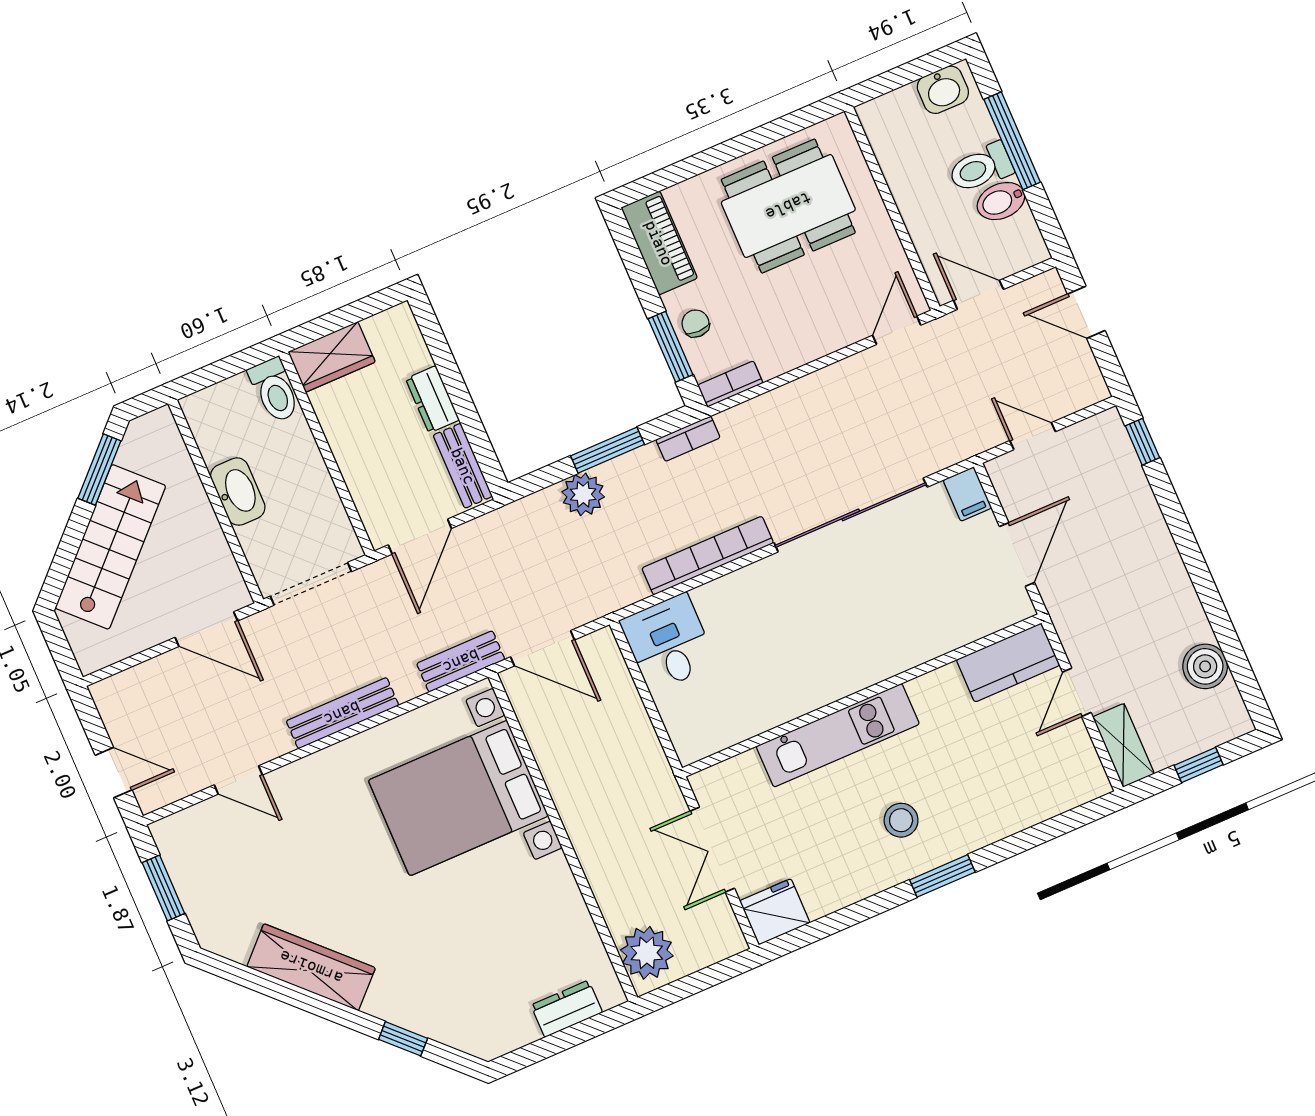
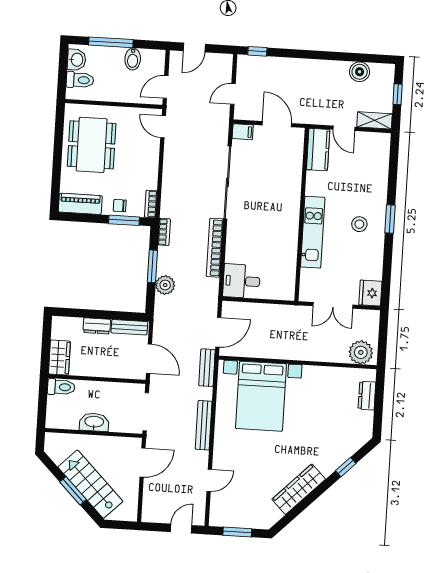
toilet: (981, 168) -> (80, 80), moved, turned -90
window: (99, 470) -> (73, 491), moved

